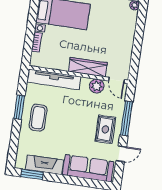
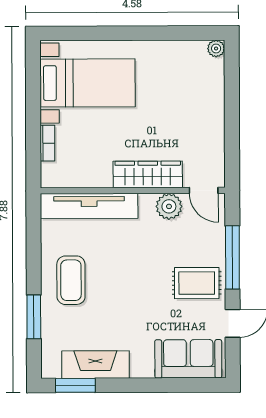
window: (19, 107) -> (34, 317), moved
rug: (105, 129) -> (197, 283), turned 90
sofa: (88, 168) -> (188, 359), width x0.73

